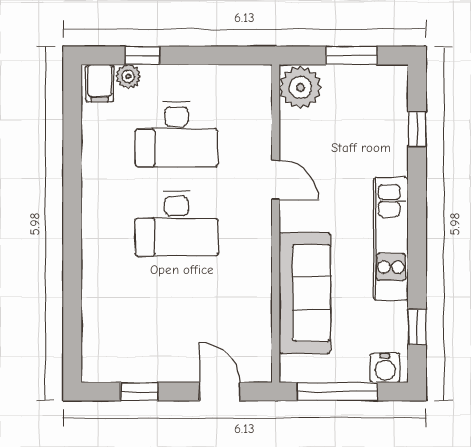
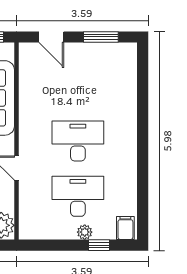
plant: (128, 76) -> (85, 232), moved
window: (139, 392) -> (101, 37), width x1.50

